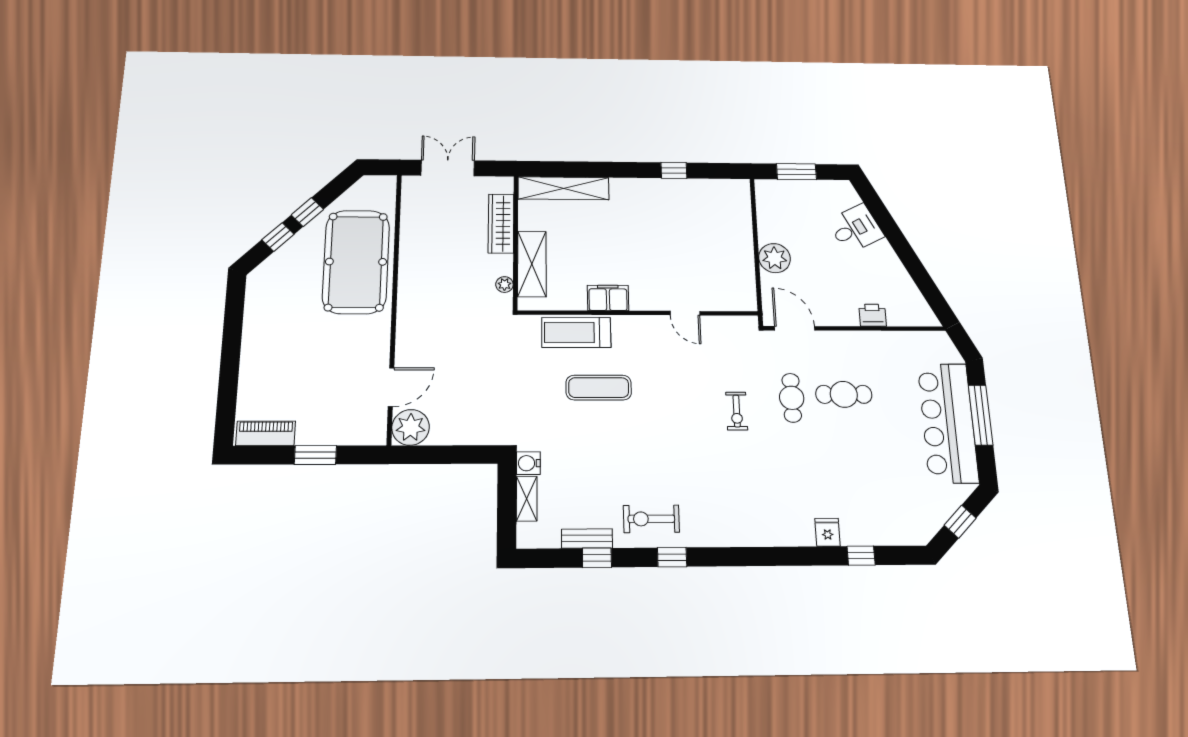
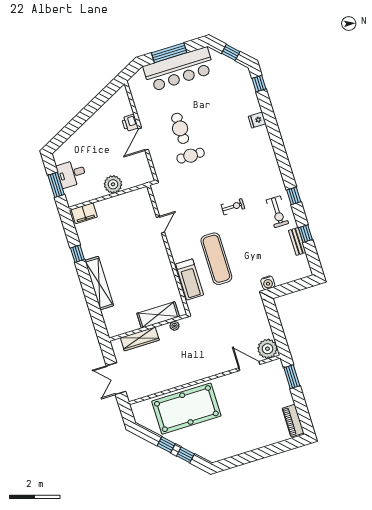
shelving: (563, 188) -> (99, 283), moved
desk: (856, 229) -> (72, 174), moved, turned -63
filing cabinet: (608, 298) -> (84, 213), moved, turned -90
door: (795, 328) -> (143, 139), moved
exercise mat: (599, 388) -> (216, 259), width x1.36, depth x1.45
exercise bike: (737, 411) -> (233, 207), moved
window: (315, 455) -> (292, 377), moved
shelving: (527, 499) -> (286, 278), removed
window: (861, 556) -> (259, 84), moved

